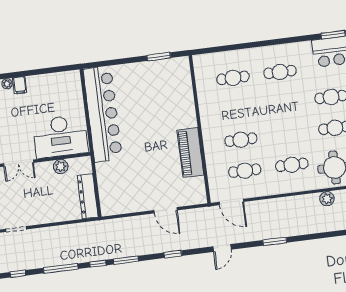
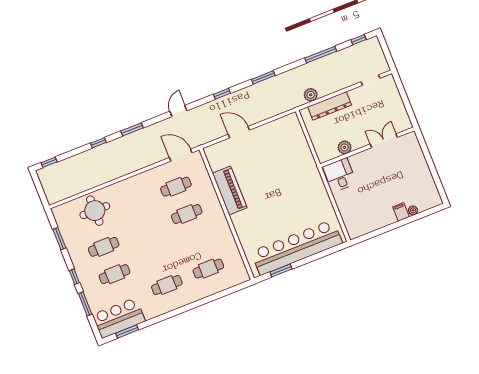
bar counter: (103, 114) -> (297, 247), moved, turned 90
desk: (60, 136) -> (340, 175), width x0.53, depth x0.77
cafe table: (292, 165) -> (134, 203), removed
dresser: (88, 196) -> (330, 106), moved, turned 90
plant: (327, 199) -> (311, 95), moved
window: (98, 264) -> (98, 143), moved

